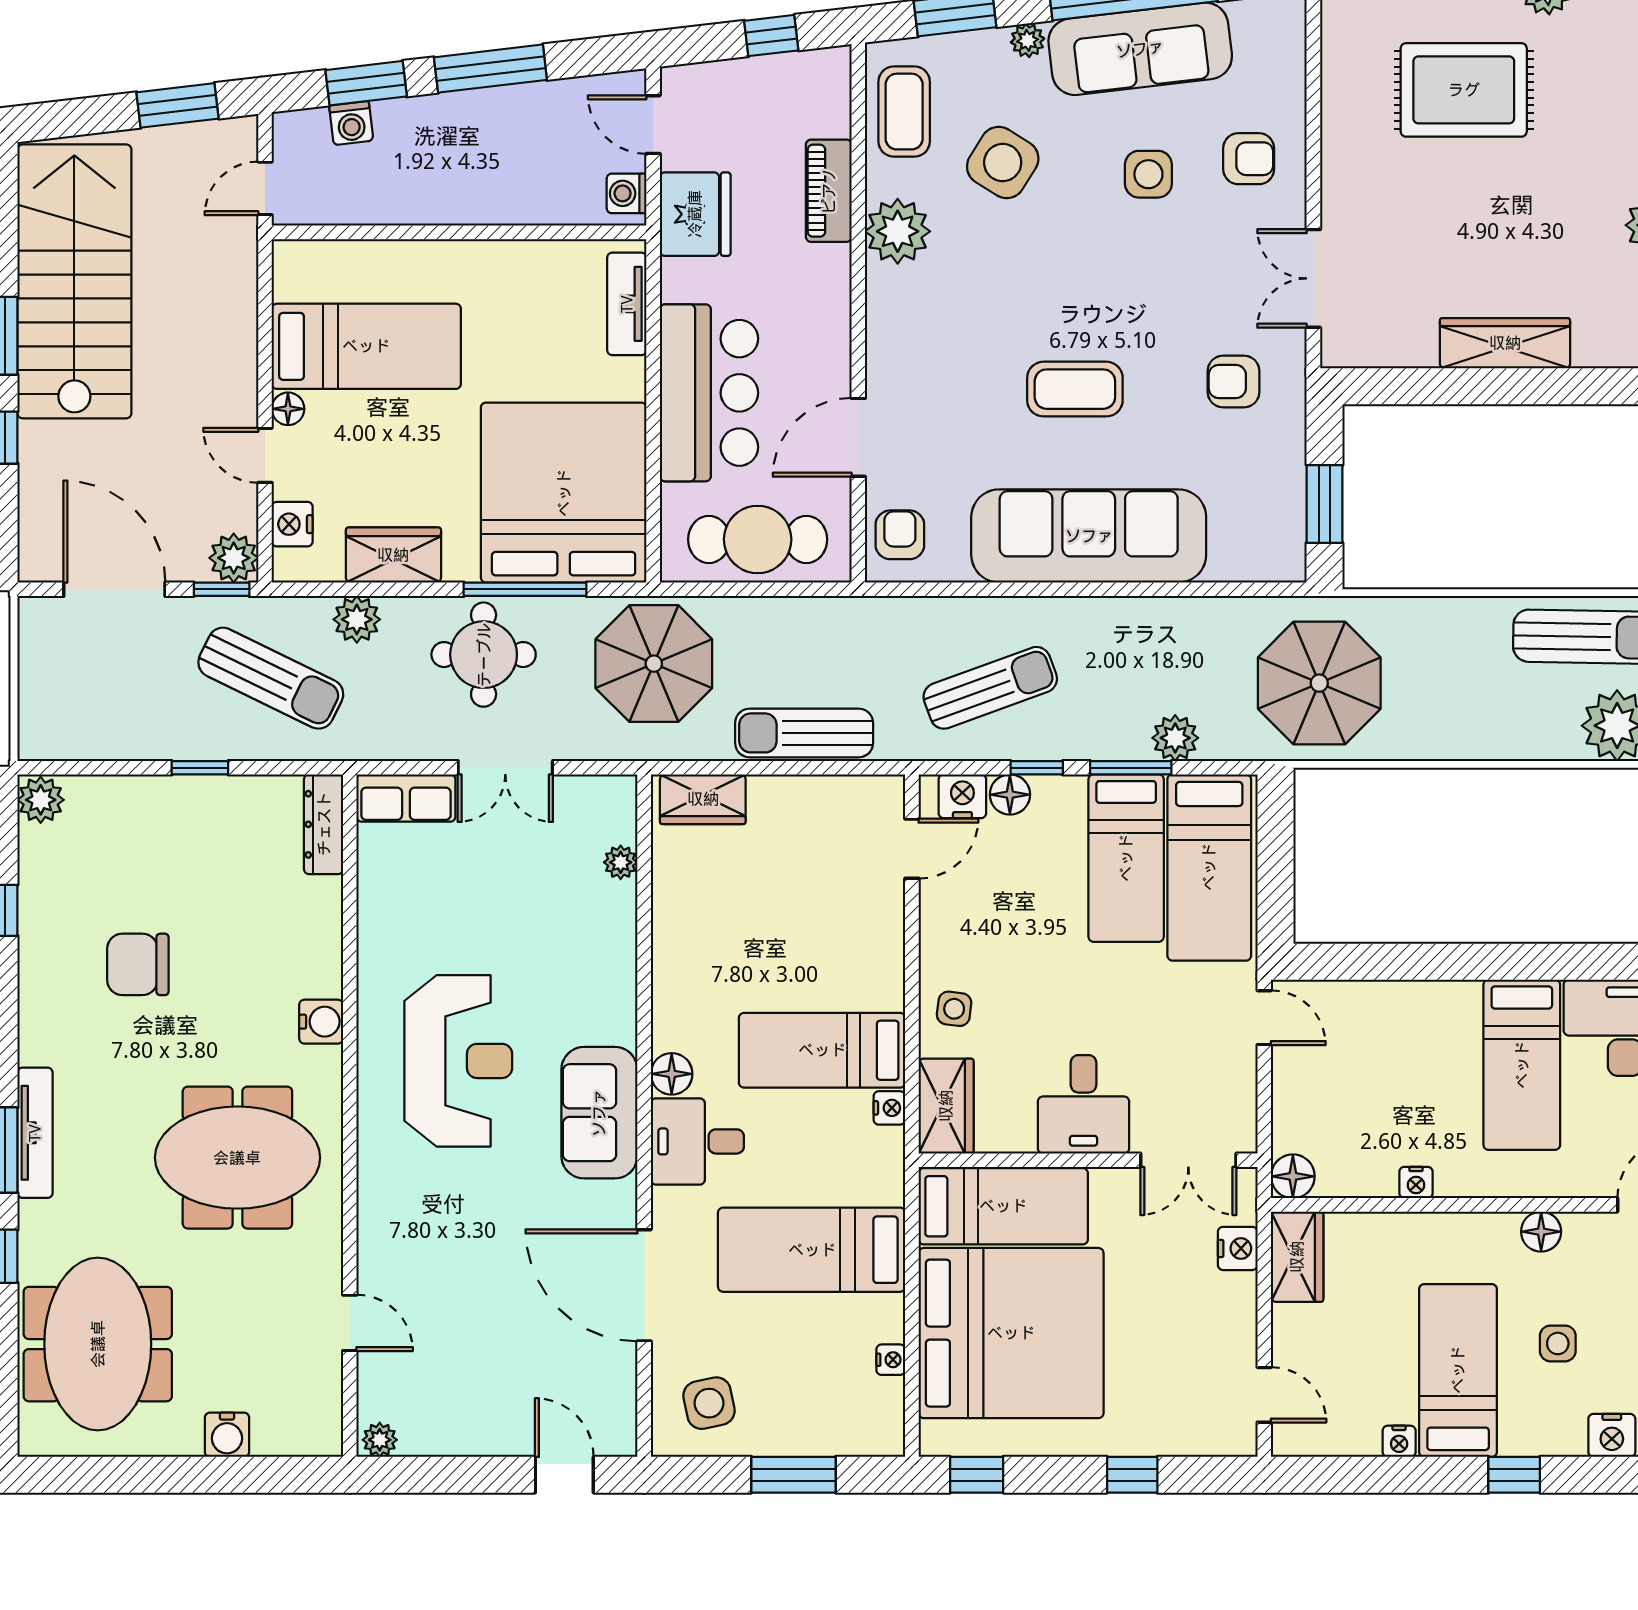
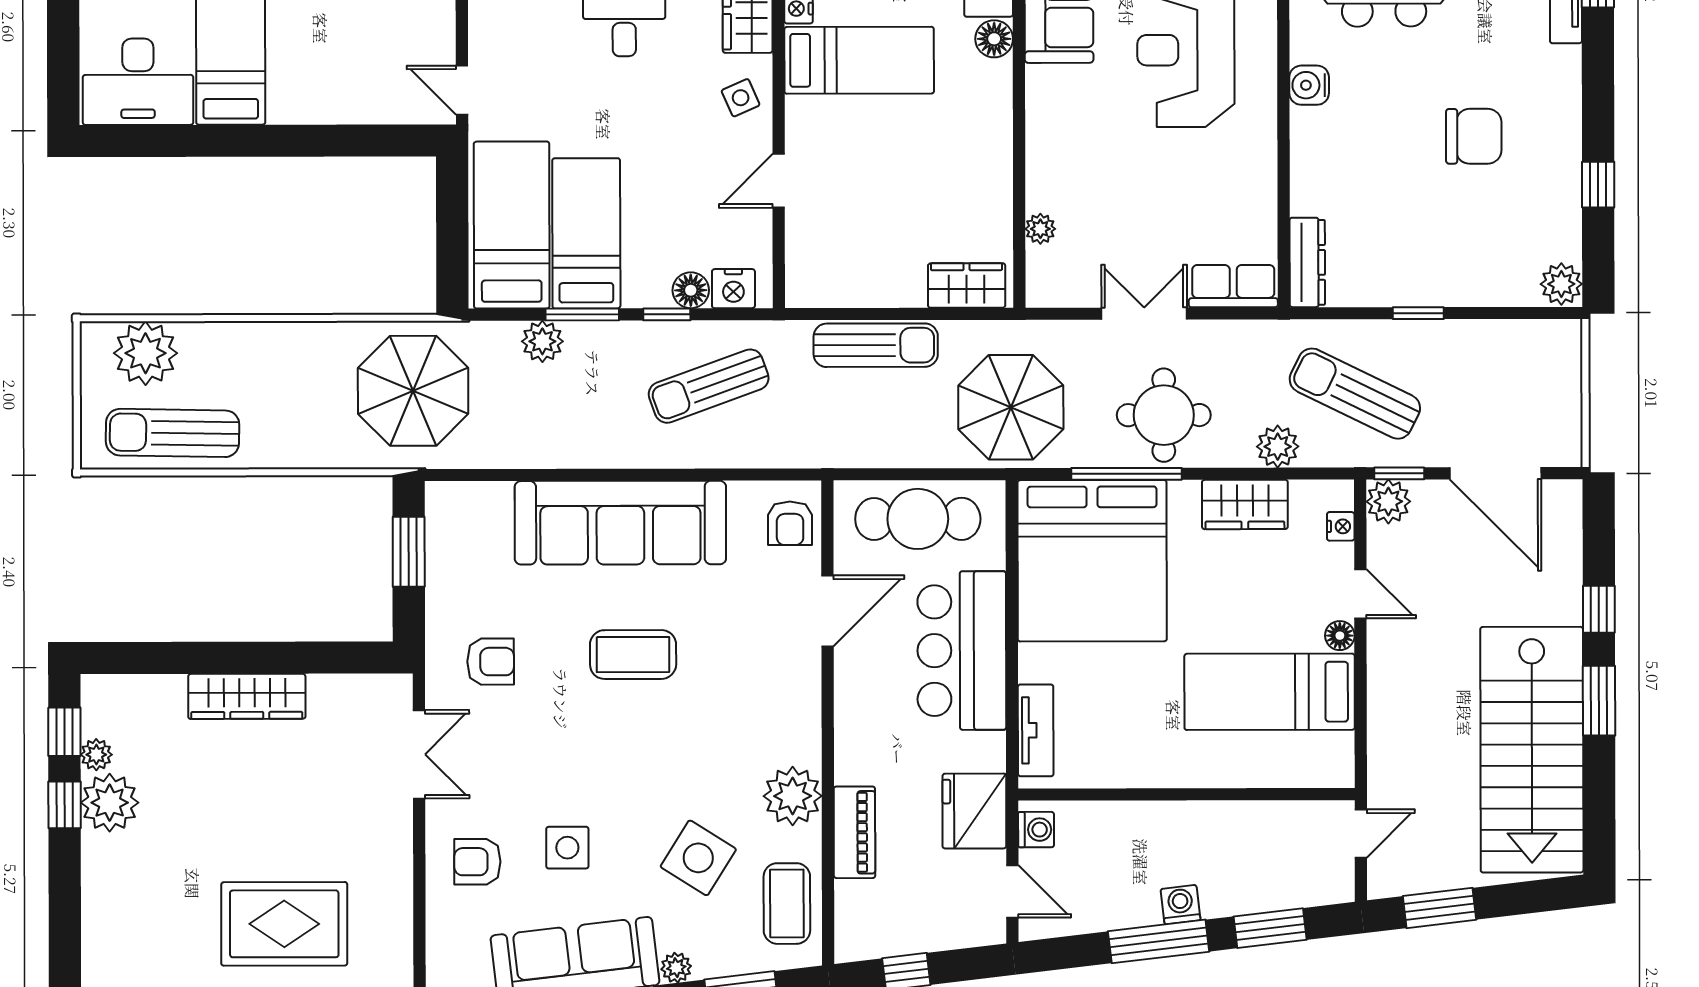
washing machine: (351, 123) -> (1181, 905), moved
nightstand: (292, 524) -> (1341, 526), width x0.72, depth x0.74
door: (912, 849) -> (779, 181), moved
side table: (954, 1009) -> (741, 98), turned -31

